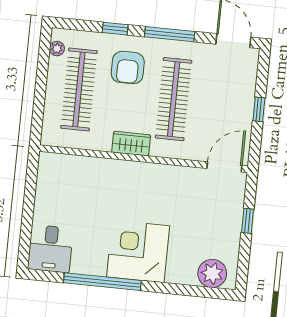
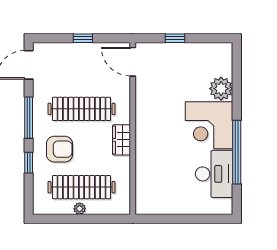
plant: (57, 49) -> (80, 209), moved
desk: (50, 249) -> (214, 174), moved, width x1.37
plant: (212, 273) -> (221, 89), moved

